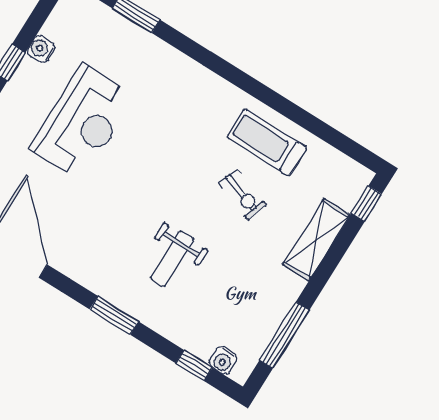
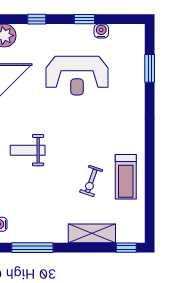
treadmill: (267, 142) -> (126, 177), turned 180
weight bench: (172, 259) -> (28, 150), moved

